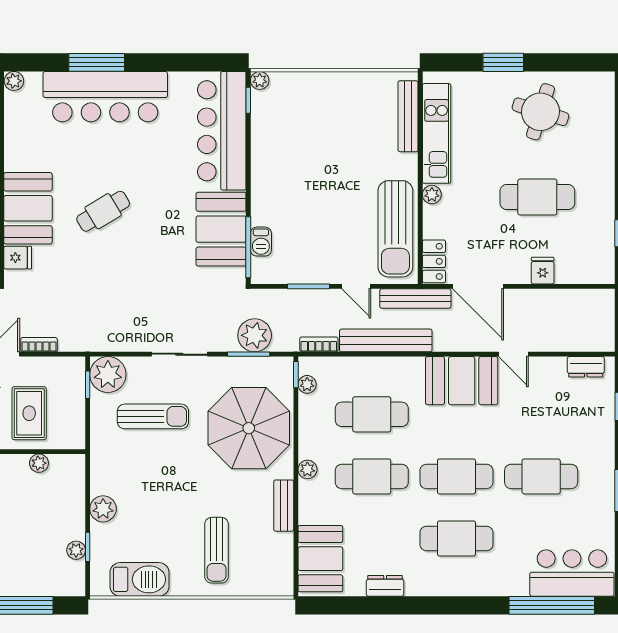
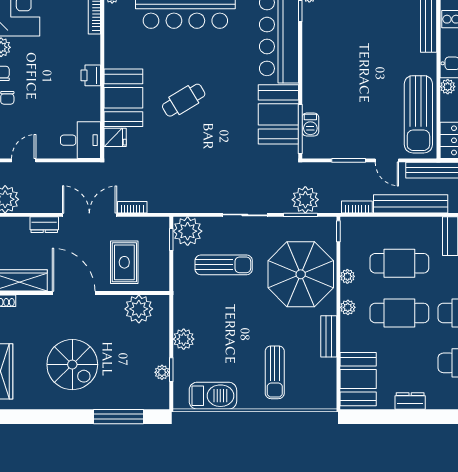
plant: (307, 384) -> (347, 276), moved
plant: (39, 463) -> (139, 309), width x1.88, depth x1.88

